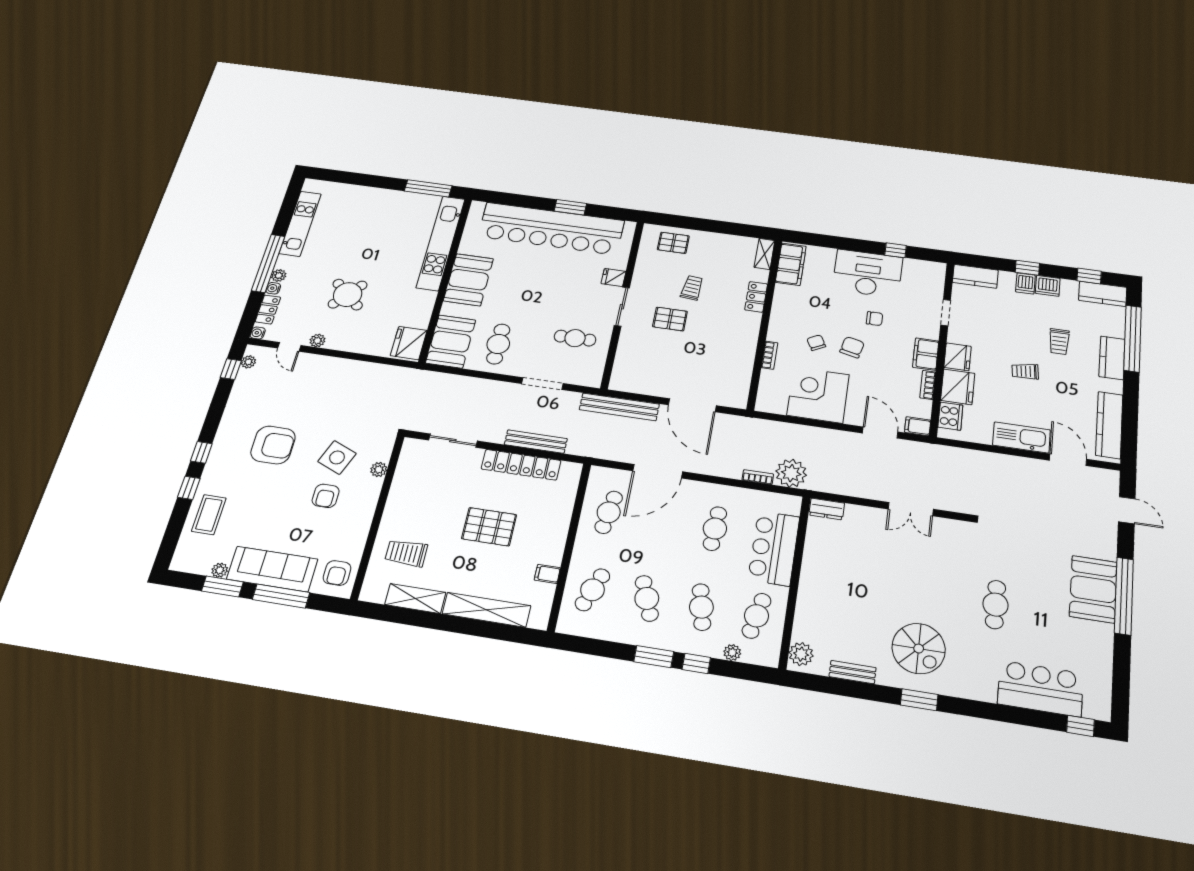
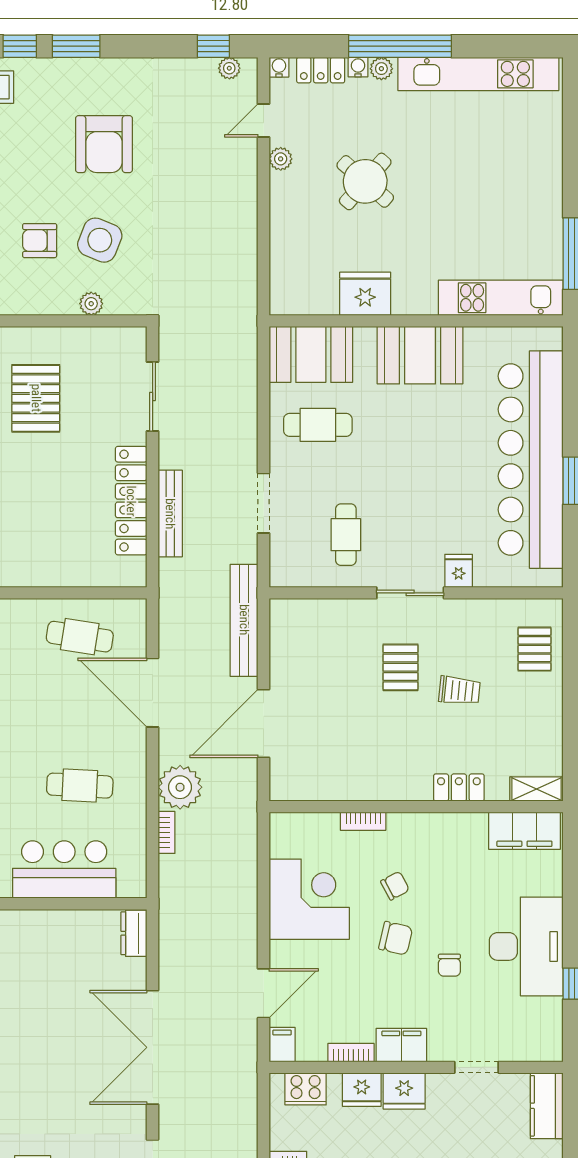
kitchen unit: (300, 224) -> (478, 74), width x1.36
kitchen unit: (441, 243) -> (501, 298), width x0.73
fridge: (409, 343) -> (365, 294), moved
fridge: (958, 387) -> (362, 1090), width x0.73, depth x0.75
window: (201, 452) -> (76, 46), width x1.50
plant: (791, 473) -> (180, 787), moved
double door: (911, 509) -> (153, 1047), width x1.87
pallet: (489, 527) -> (36, 398), moved

